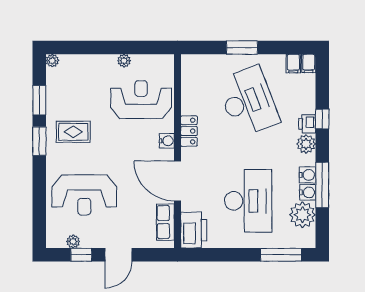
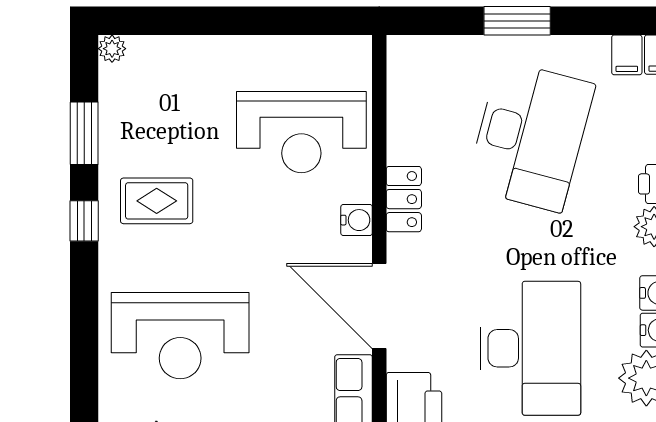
plant: (124, 61) -> (265, 49), removed
reception desk: (141, 100) -> (301, 132), turned 180
desk: (248, 101) -> (530, 136), turned 36
window: (39, 141) -> (84, 221), width x0.67

